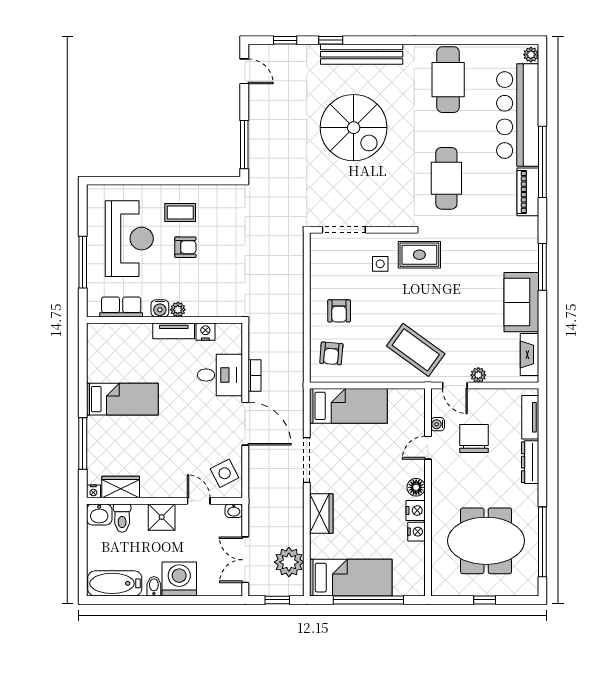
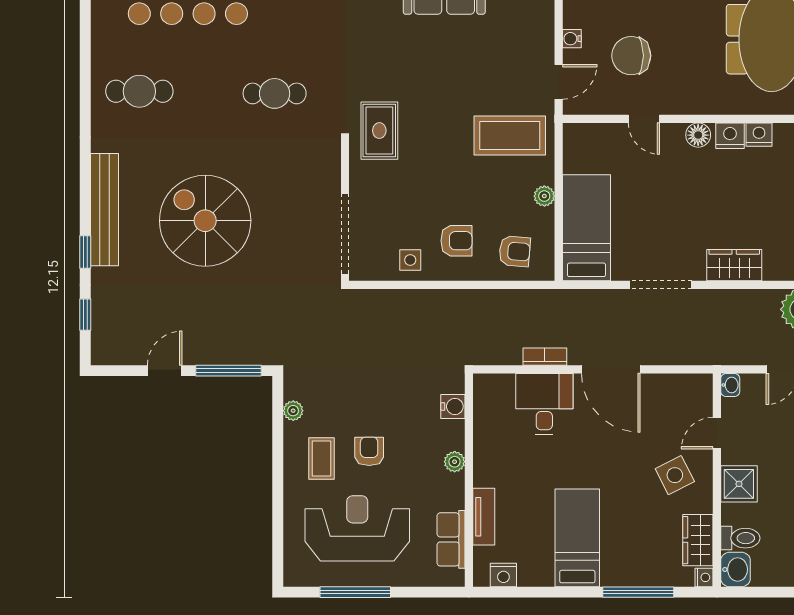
door: (244, 71) -> (165, 371), moved
cafe table: (448, 80) -> (139, 91), width x0.73, depth x0.74
spiral stairs: (354, 128) -> (205, 221), turned -90
cafe table: (446, 178) -> (275, 93), width x0.73, depth x0.74
plant: (215, 192) -> (293, 411), added
doorway: (344, 230) -> (345, 234), width x1.36
window: (83, 262) -> (355, 592), moved
side table: (380, 264) -> (410, 260), moved
water cooler: (160, 308) -> (453, 406), moved
tv unit: (174, 331) -> (484, 517), moved
nightstand: (205, 332) -> (503, 575), moved, turned -90
coffee table: (416, 350) -> (510, 136), turned 54
plant: (478, 375) -> (544, 196), moved
door: (245, 424) -> (611, 369), swing flipped
water cooler: (438, 424) -> (572, 39), moved, turned 90
side table: (225, 473) -> (675, 475), moved

